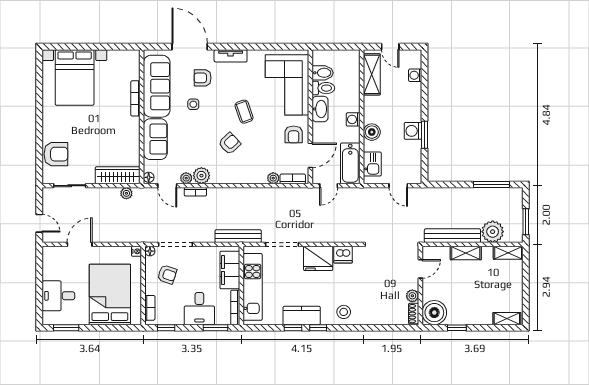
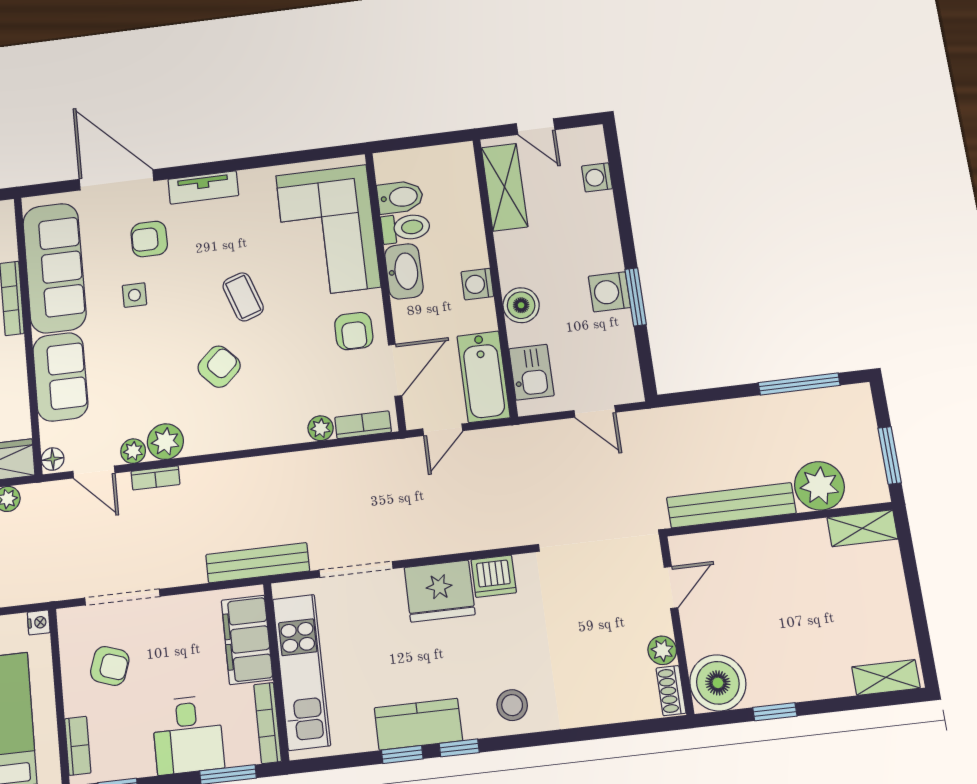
floor lamp: (150, 251) -> (68, 619), removed
shelving: (466, 253) -> (767, 540), removed

